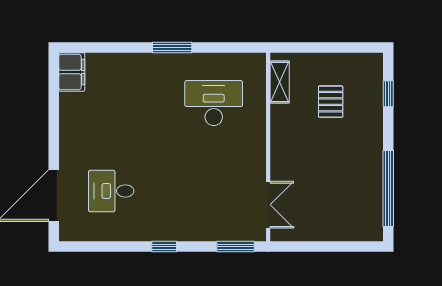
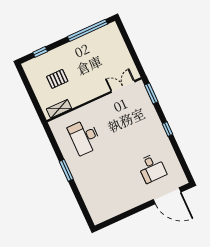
filing cabinet: (72, 72) -> (101, 215), removed

